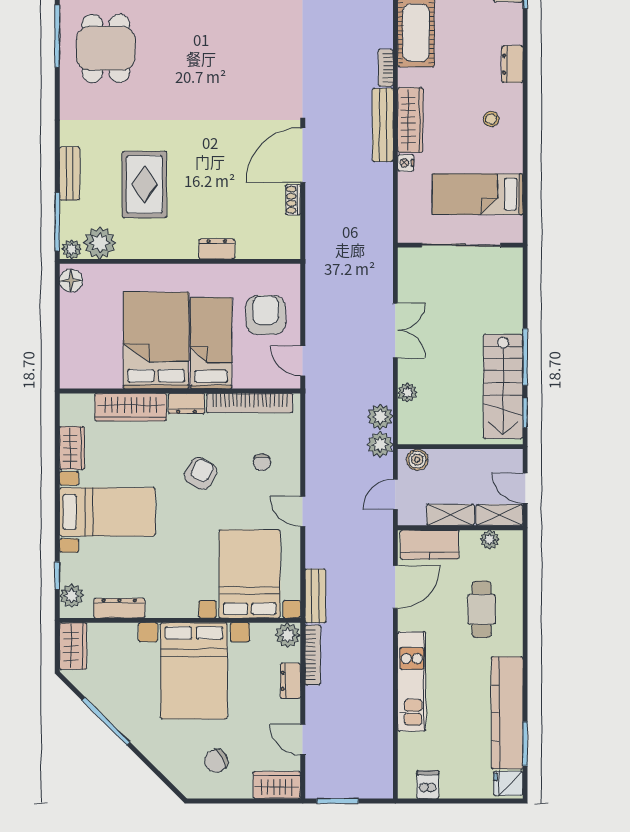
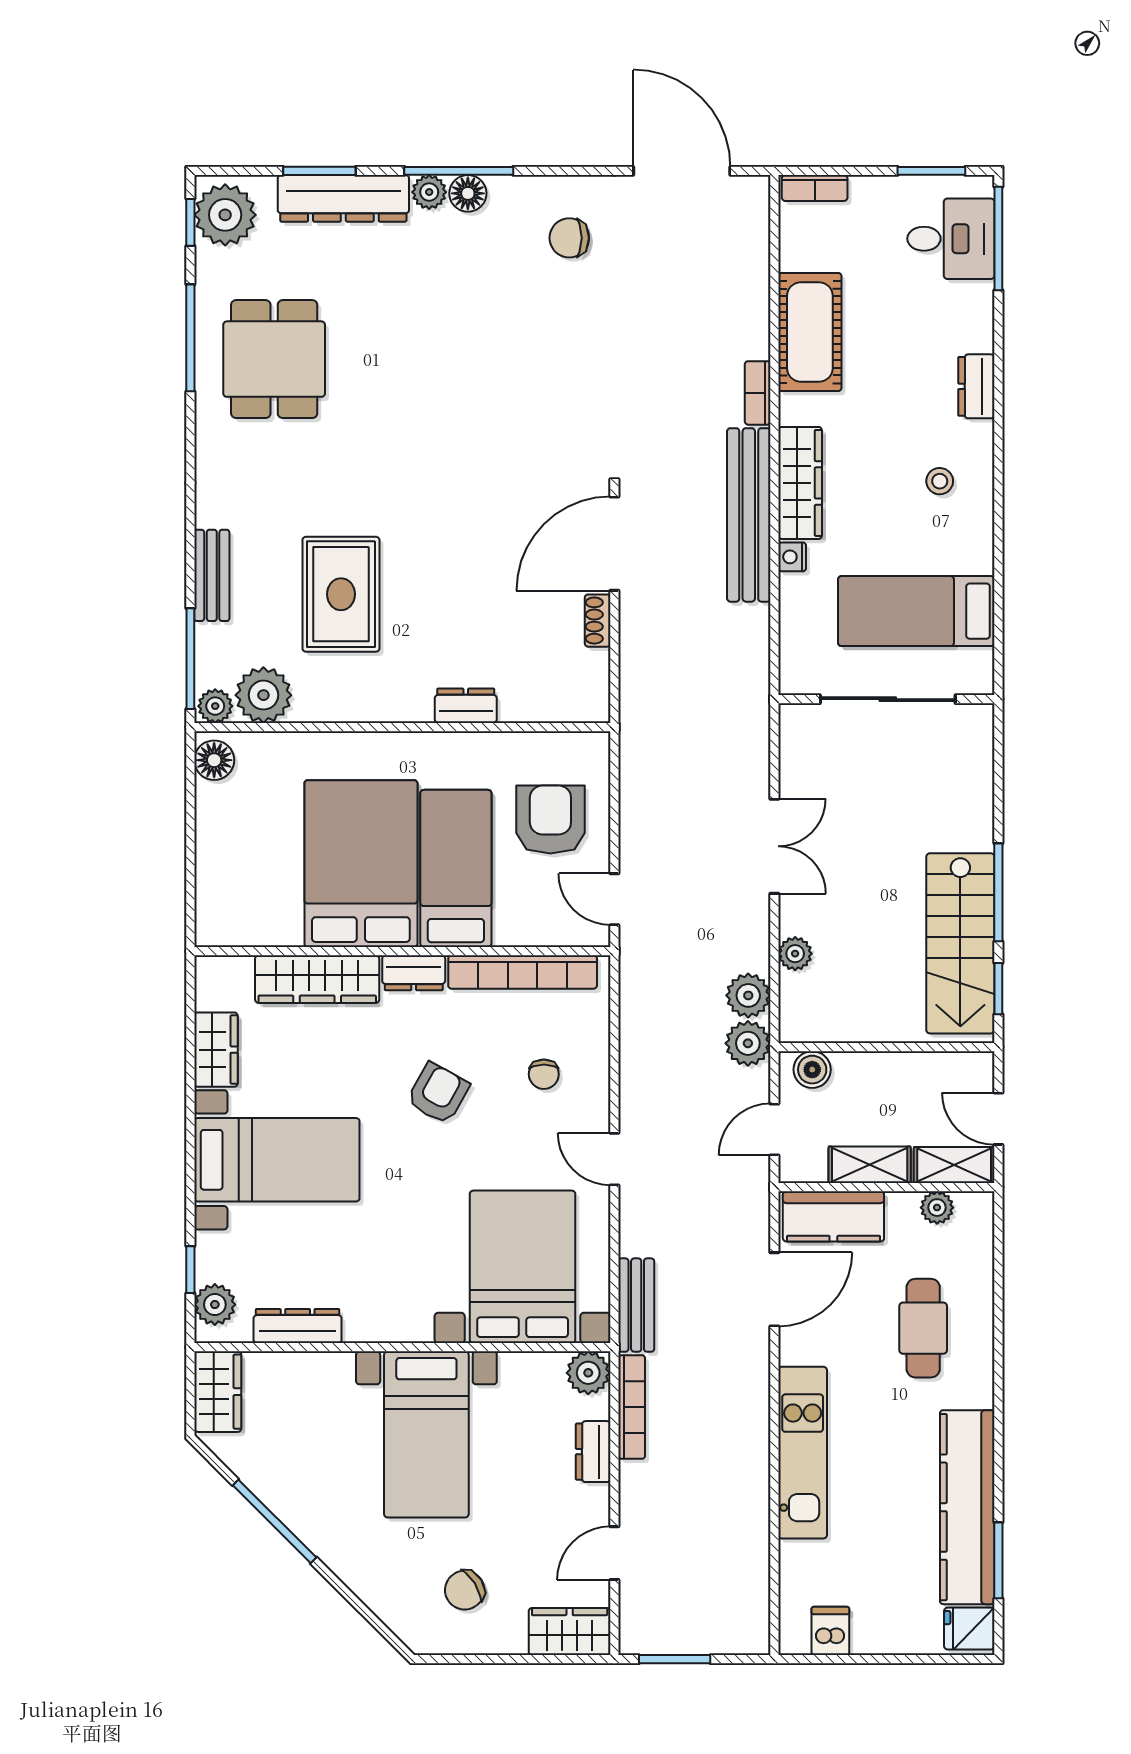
bench: (383, 125) -> (749, 515), width x1.37, depth x1.21
bed with nightstands: (194, 671) -> (426, 1434), width x0.73
door: (303, 740) -> (614, 1553), hinge flipped

